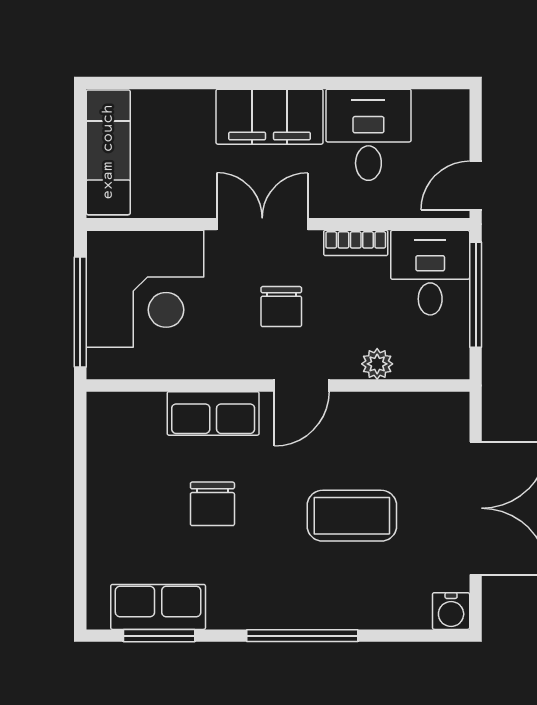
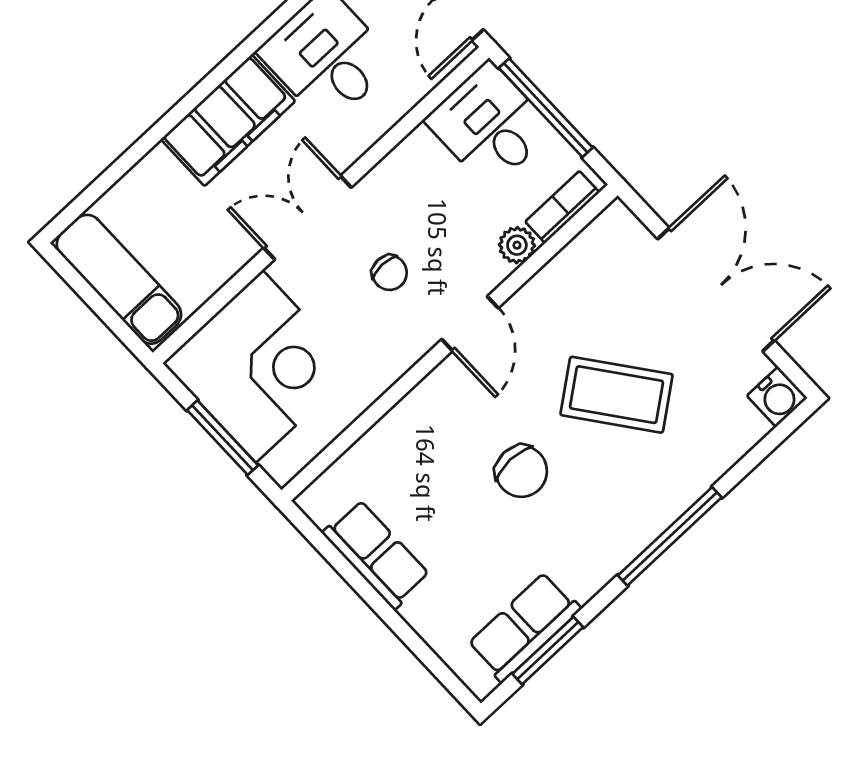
bookcase: (356, 243) -> (562, 207), moved, turned 180
chair: (281, 307) -> (389, 273), width x0.73, depth x0.73
window: (80, 312) -> (223, 438), width x0.69
row of seats: (213, 413) -> (376, 554), moved, turned -90
chair: (212, 504) -> (521, 471), moved
coffee table: (352, 516) -> (616, 395), turned 53

